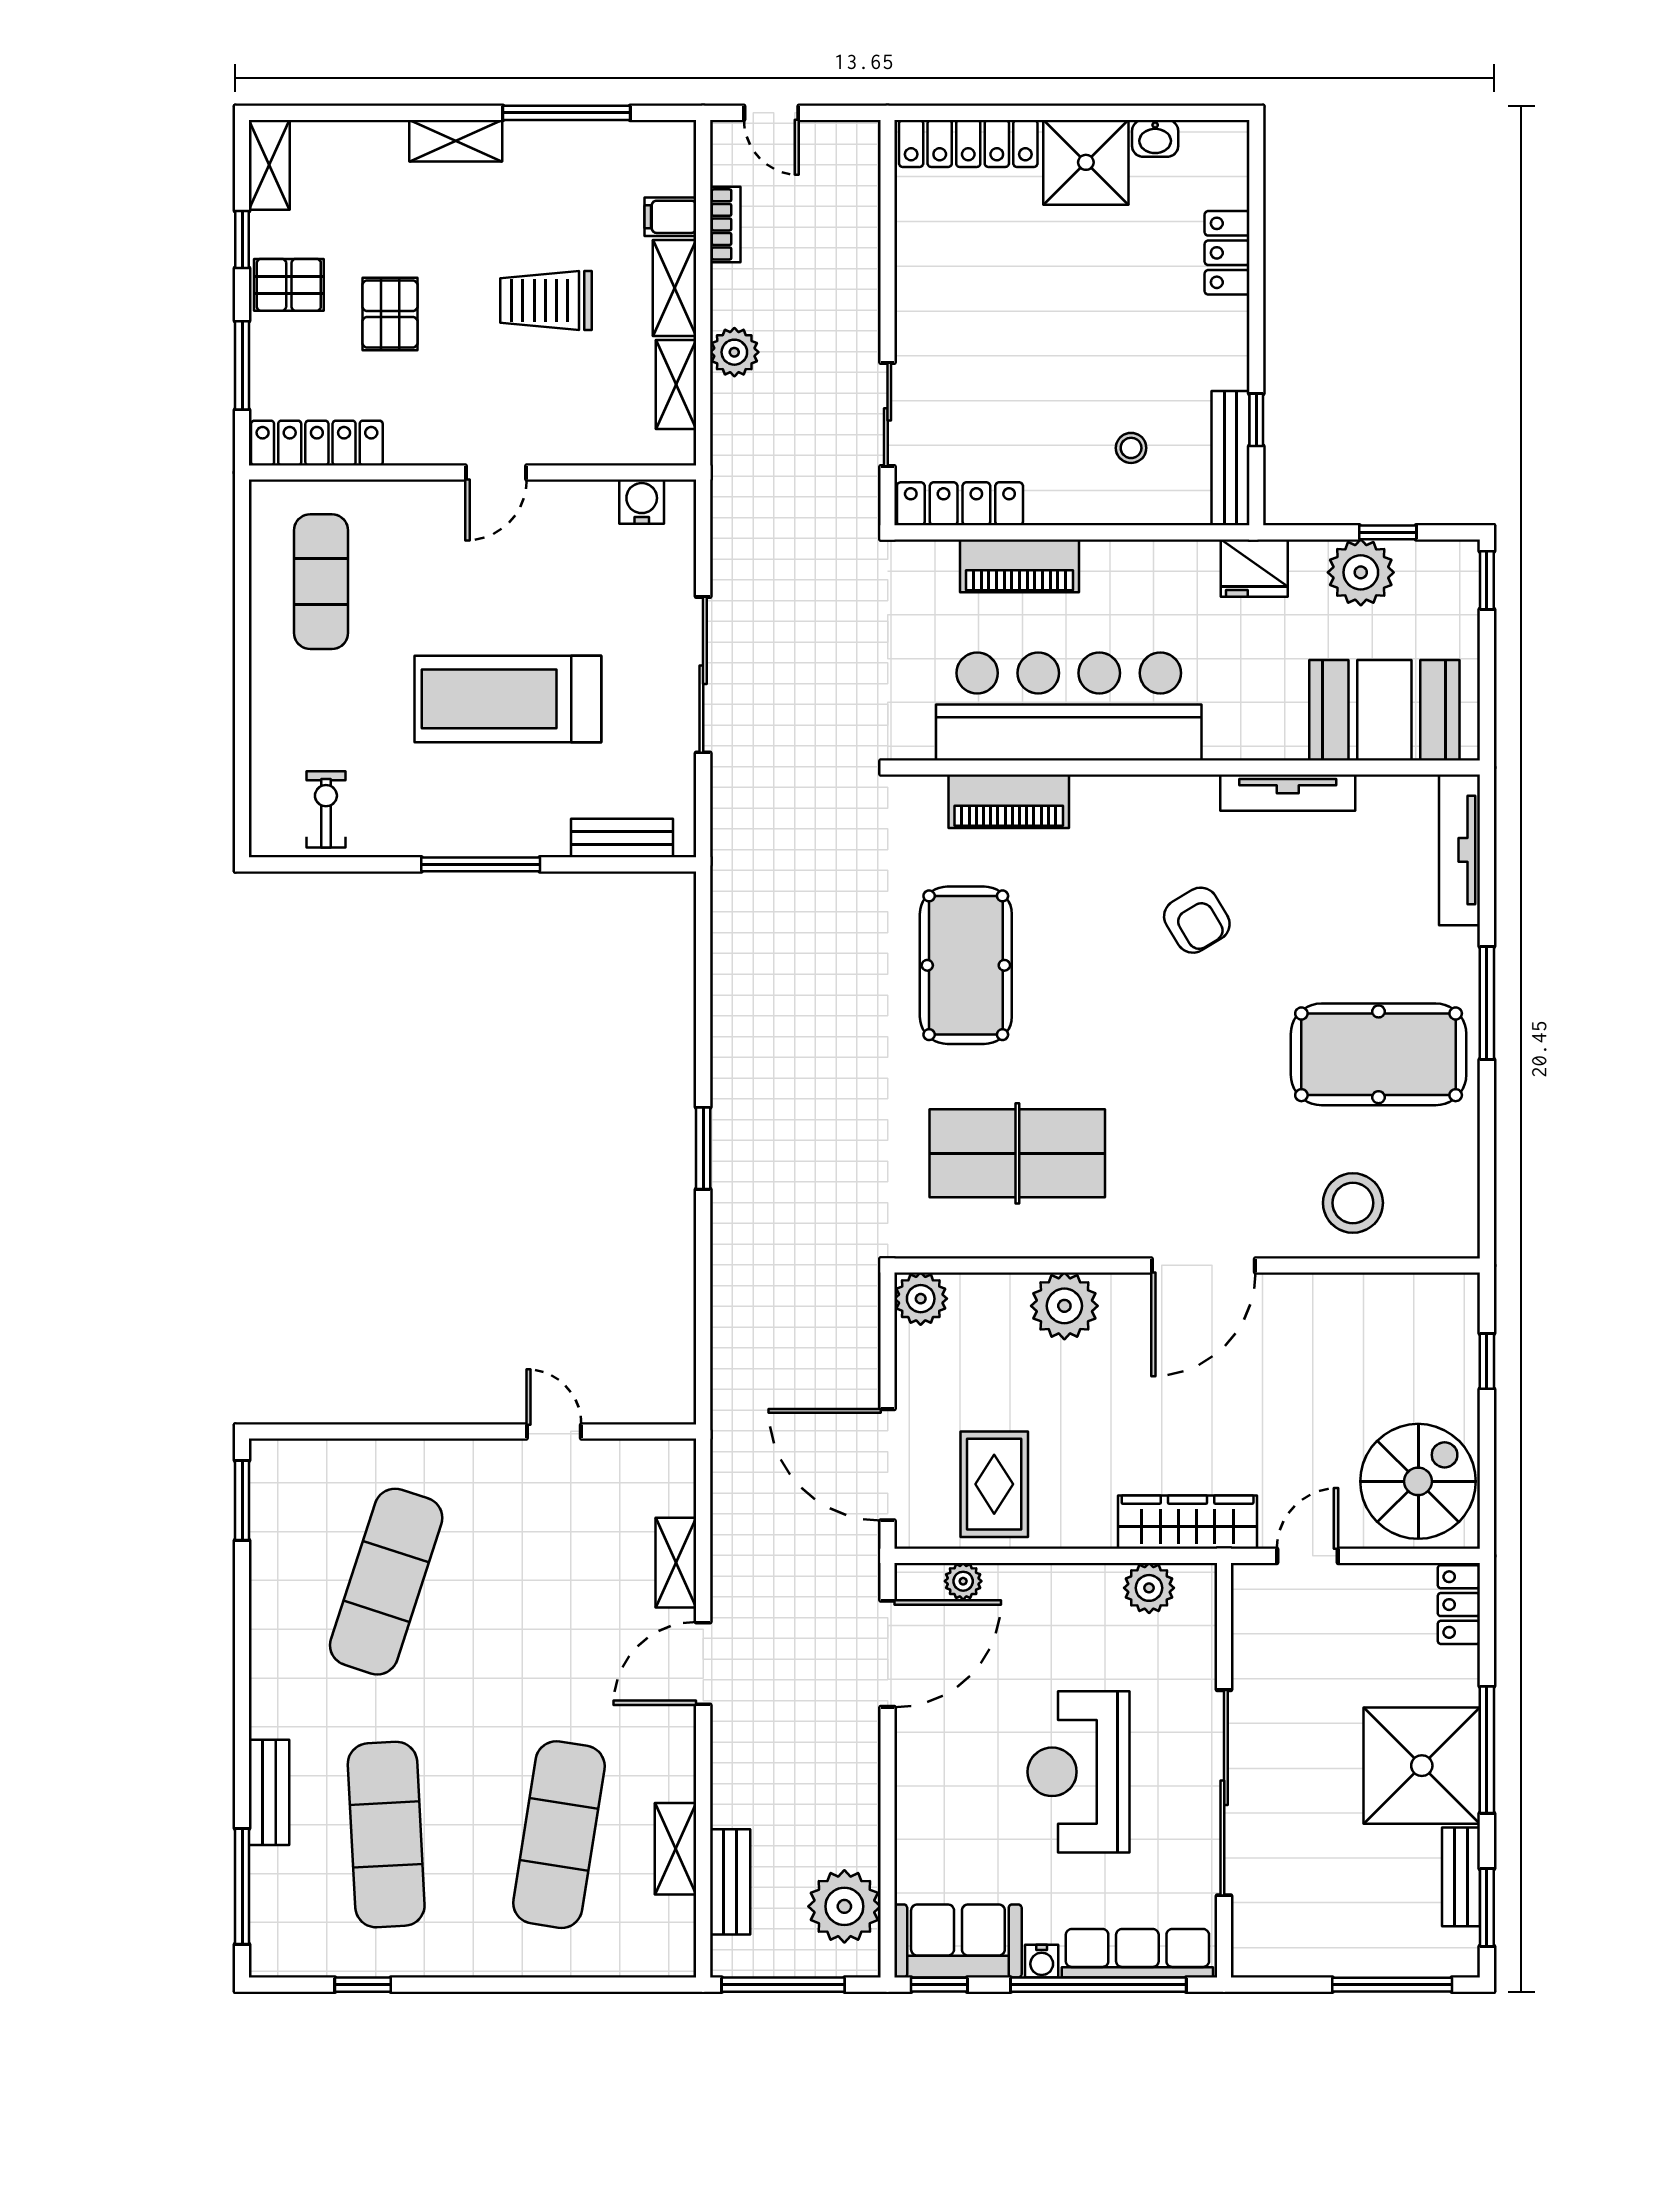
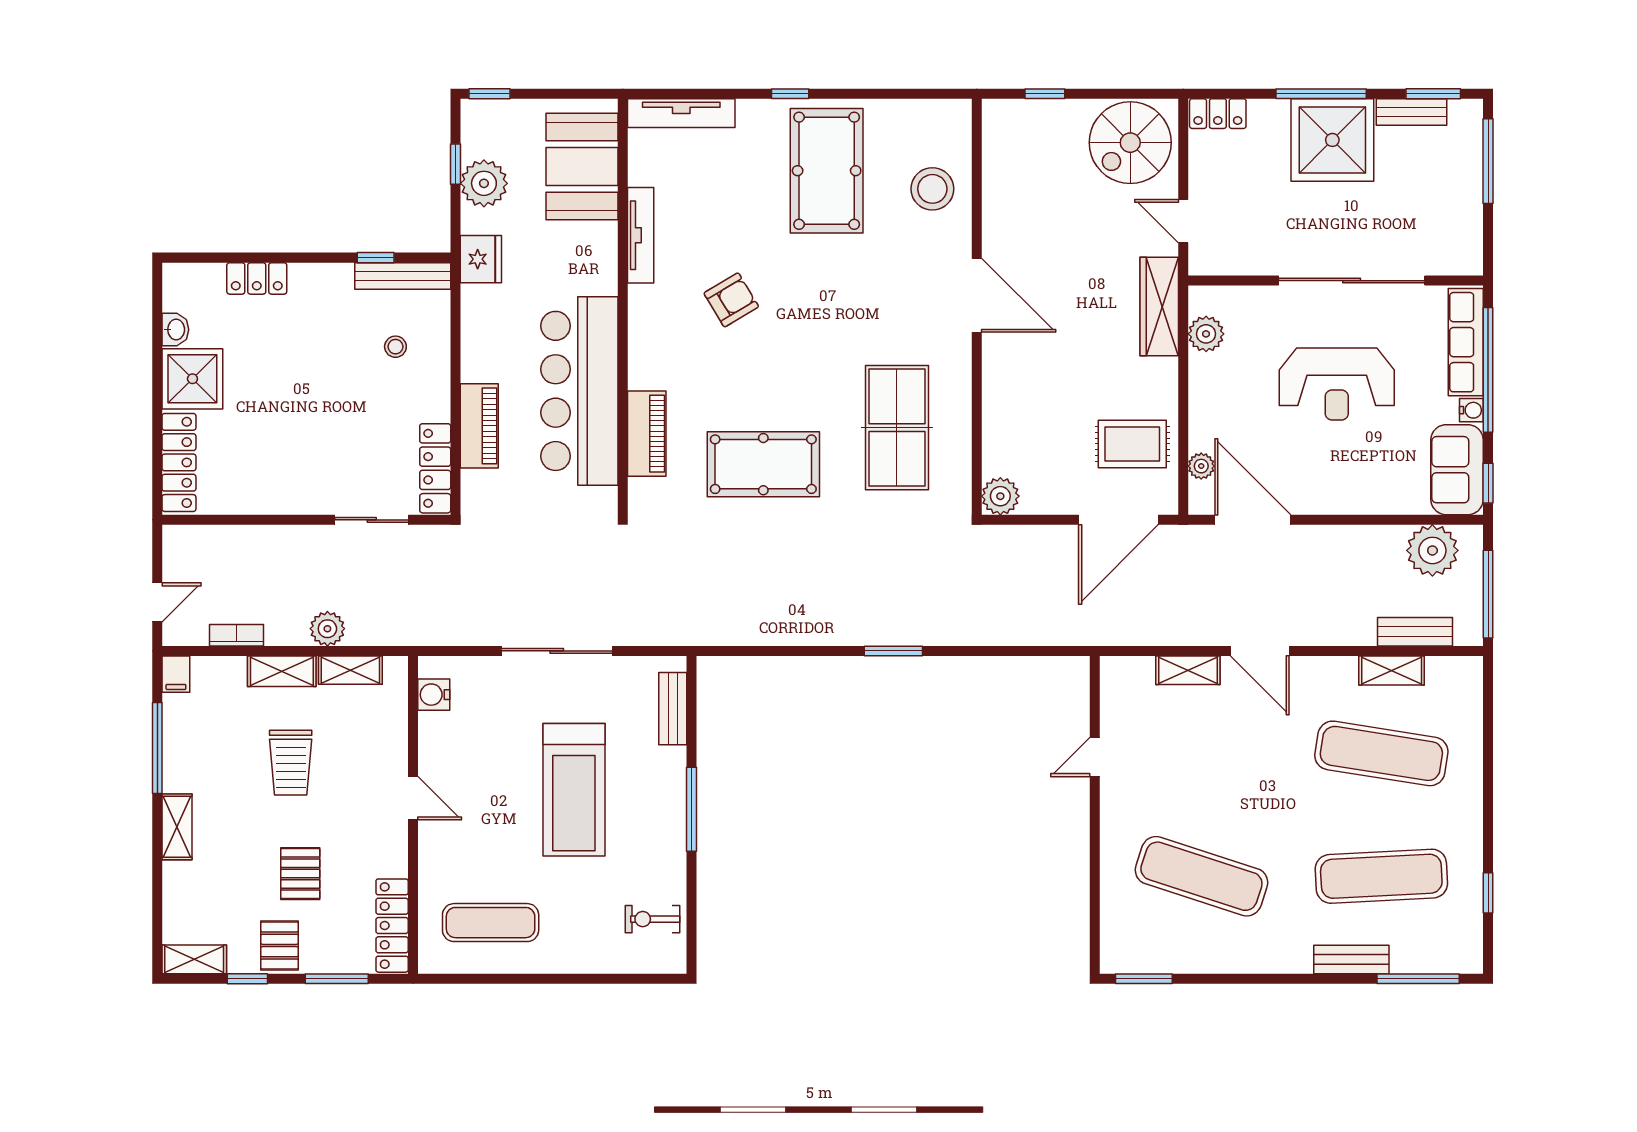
filing cabinet: (670, 217) -> (176, 674), moved
pallet: (390, 314) -> (300, 874), turned 90
window: (1487, 1003) -> (790, 94), width x0.46
plant: (1064, 1306) -> (1005, 394), removed
spiral stairs: (1418, 1481) -> (1130, 143), turned -90

